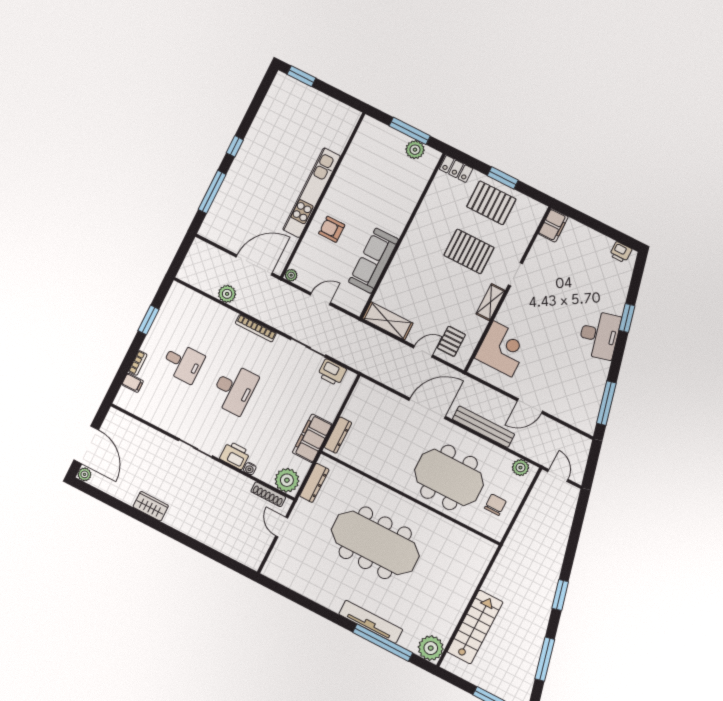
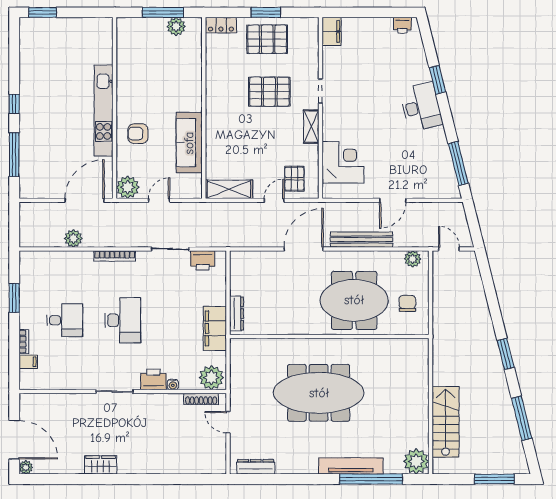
plant: (291, 275) -> (128, 187), width x1.88, depth x1.88
dresser: (314, 483) -> (256, 467), moved, turned -90

